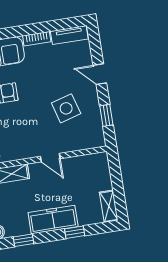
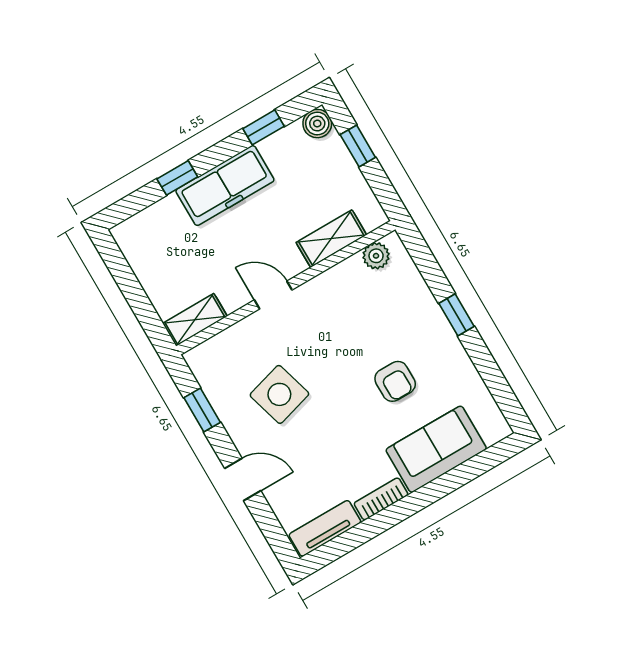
shelving: (109, 206) -> (195, 320), moved, turned 90

